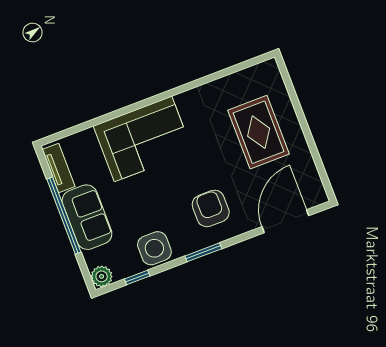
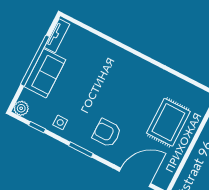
corner sofa: (143, 139) -> (111, 66), removed
armchair: (211, 208) -> (107, 133), turned -90
side table: (154, 248) -> (60, 122), width x0.54, depth x0.54

